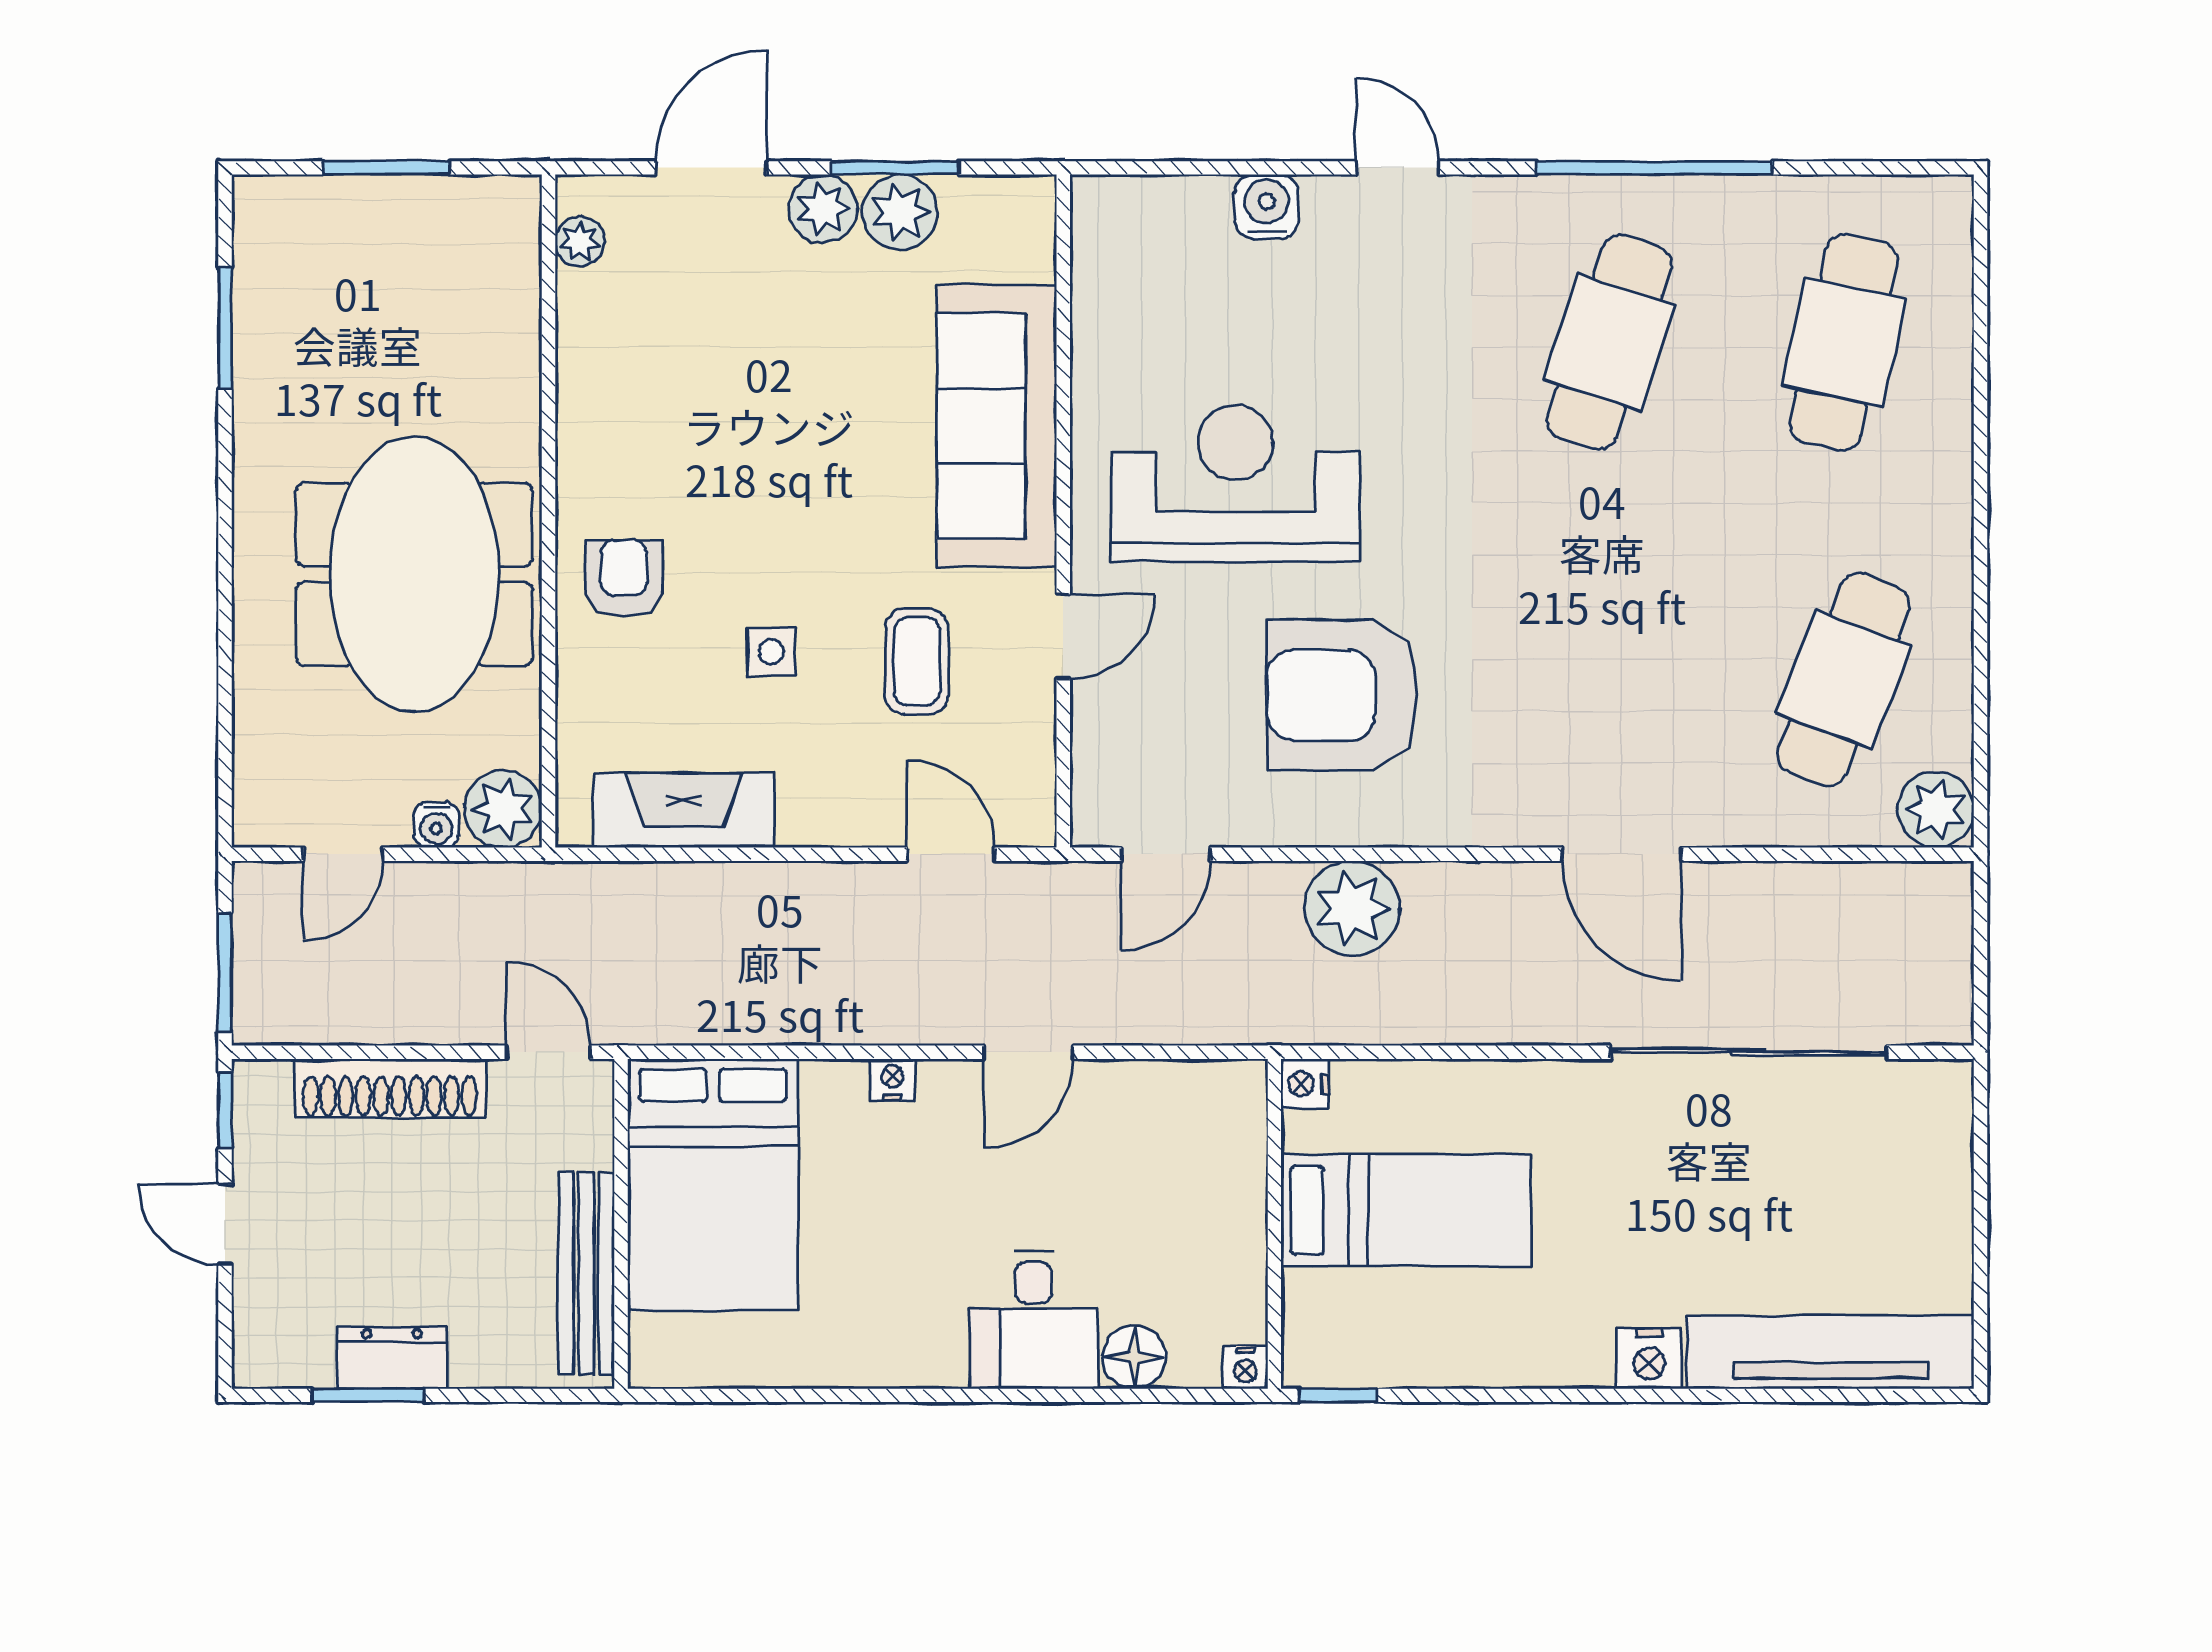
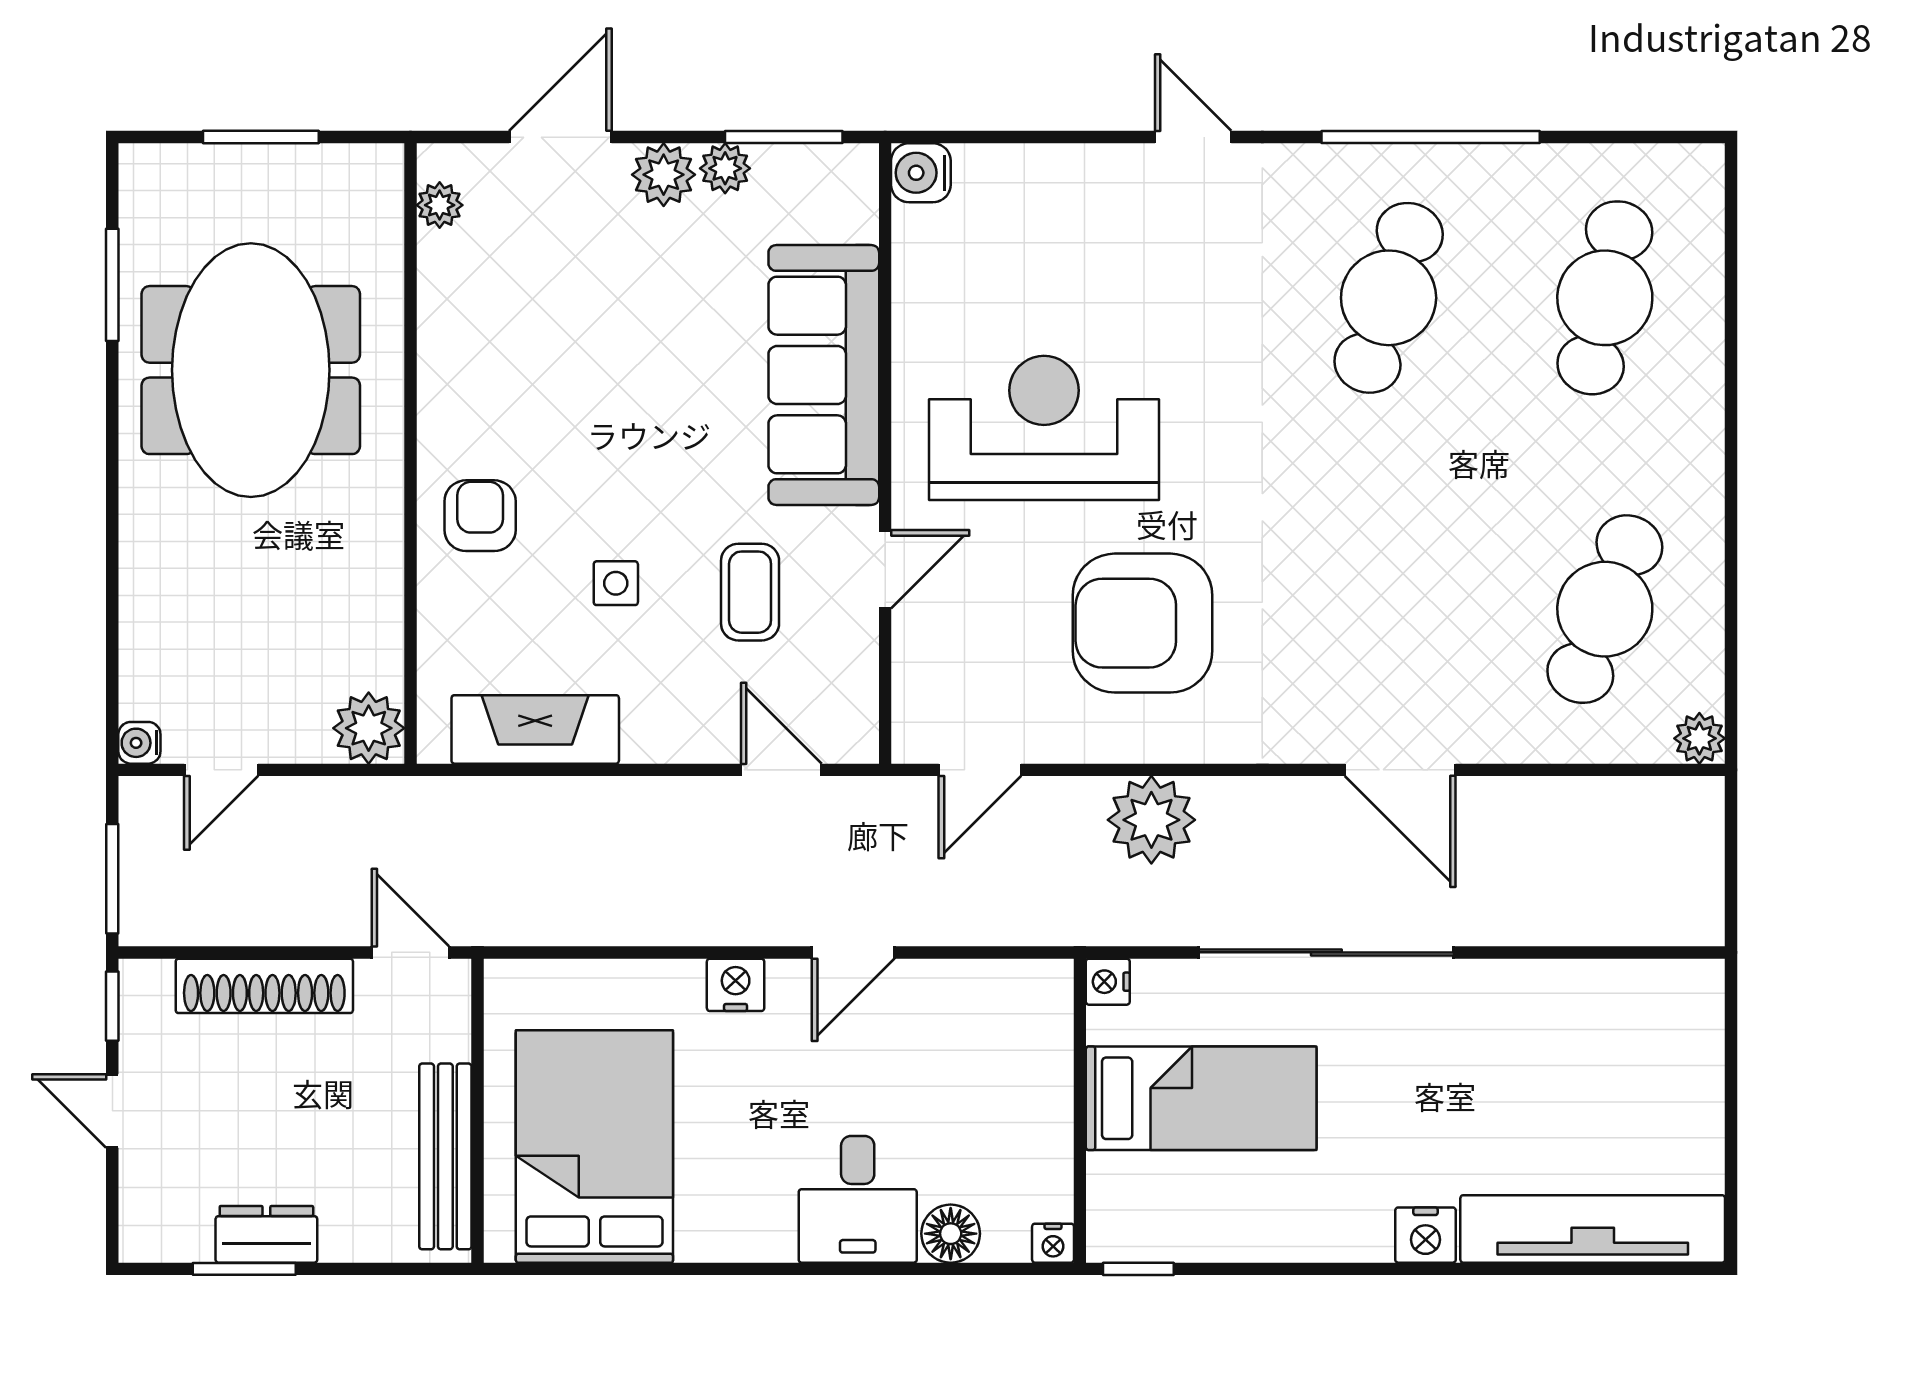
window: (895, 168) -> (784, 137), moved
water cooler: (1267, 207) -> (921, 173), moved, turned -90
plant: (900, 212) -> (725, 168), width x0.73, depth x0.73
meeting table: (414, 574) -> (251, 370), moved
plant: (1936, 810) -> (1699, 738), width x0.73, depth x0.73
water cooler: (436, 825) -> (139, 743), moved, turned 90
sliding door: (1749, 1052) -> (1326, 952), moved
nightstand: (892, 1080) -> (736, 985), width x1.39, depth x1.35
bed: (713, 1185) -> (594, 1146), moved, turned 180

